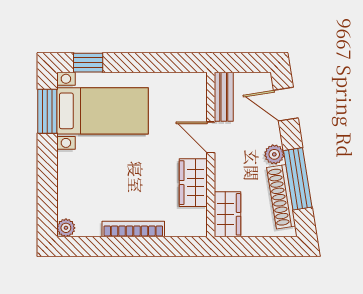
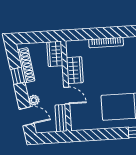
plant: (274, 154) -> (34, 100), moved
window: (298, 179) -> (18, 76), width x0.46

